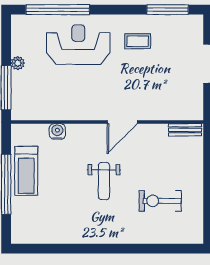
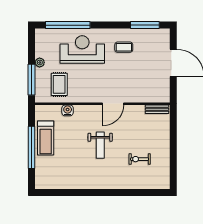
rug: (46, 94) -> (59, 84), added
exercise bike: (160, 201) -> (140, 159), width x0.73, depth x0.72

